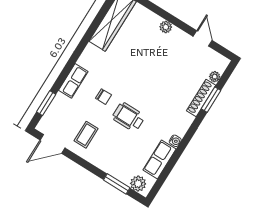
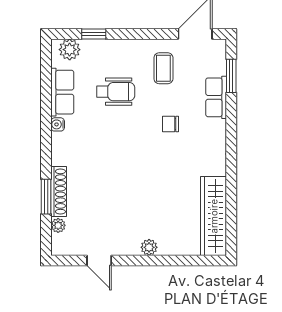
row of seats: (73, 81) -> (216, 97), moved
wheelchair: (128, 117) -> (116, 92), moved
window: (117, 184) -> (94, 34), width x0.67

